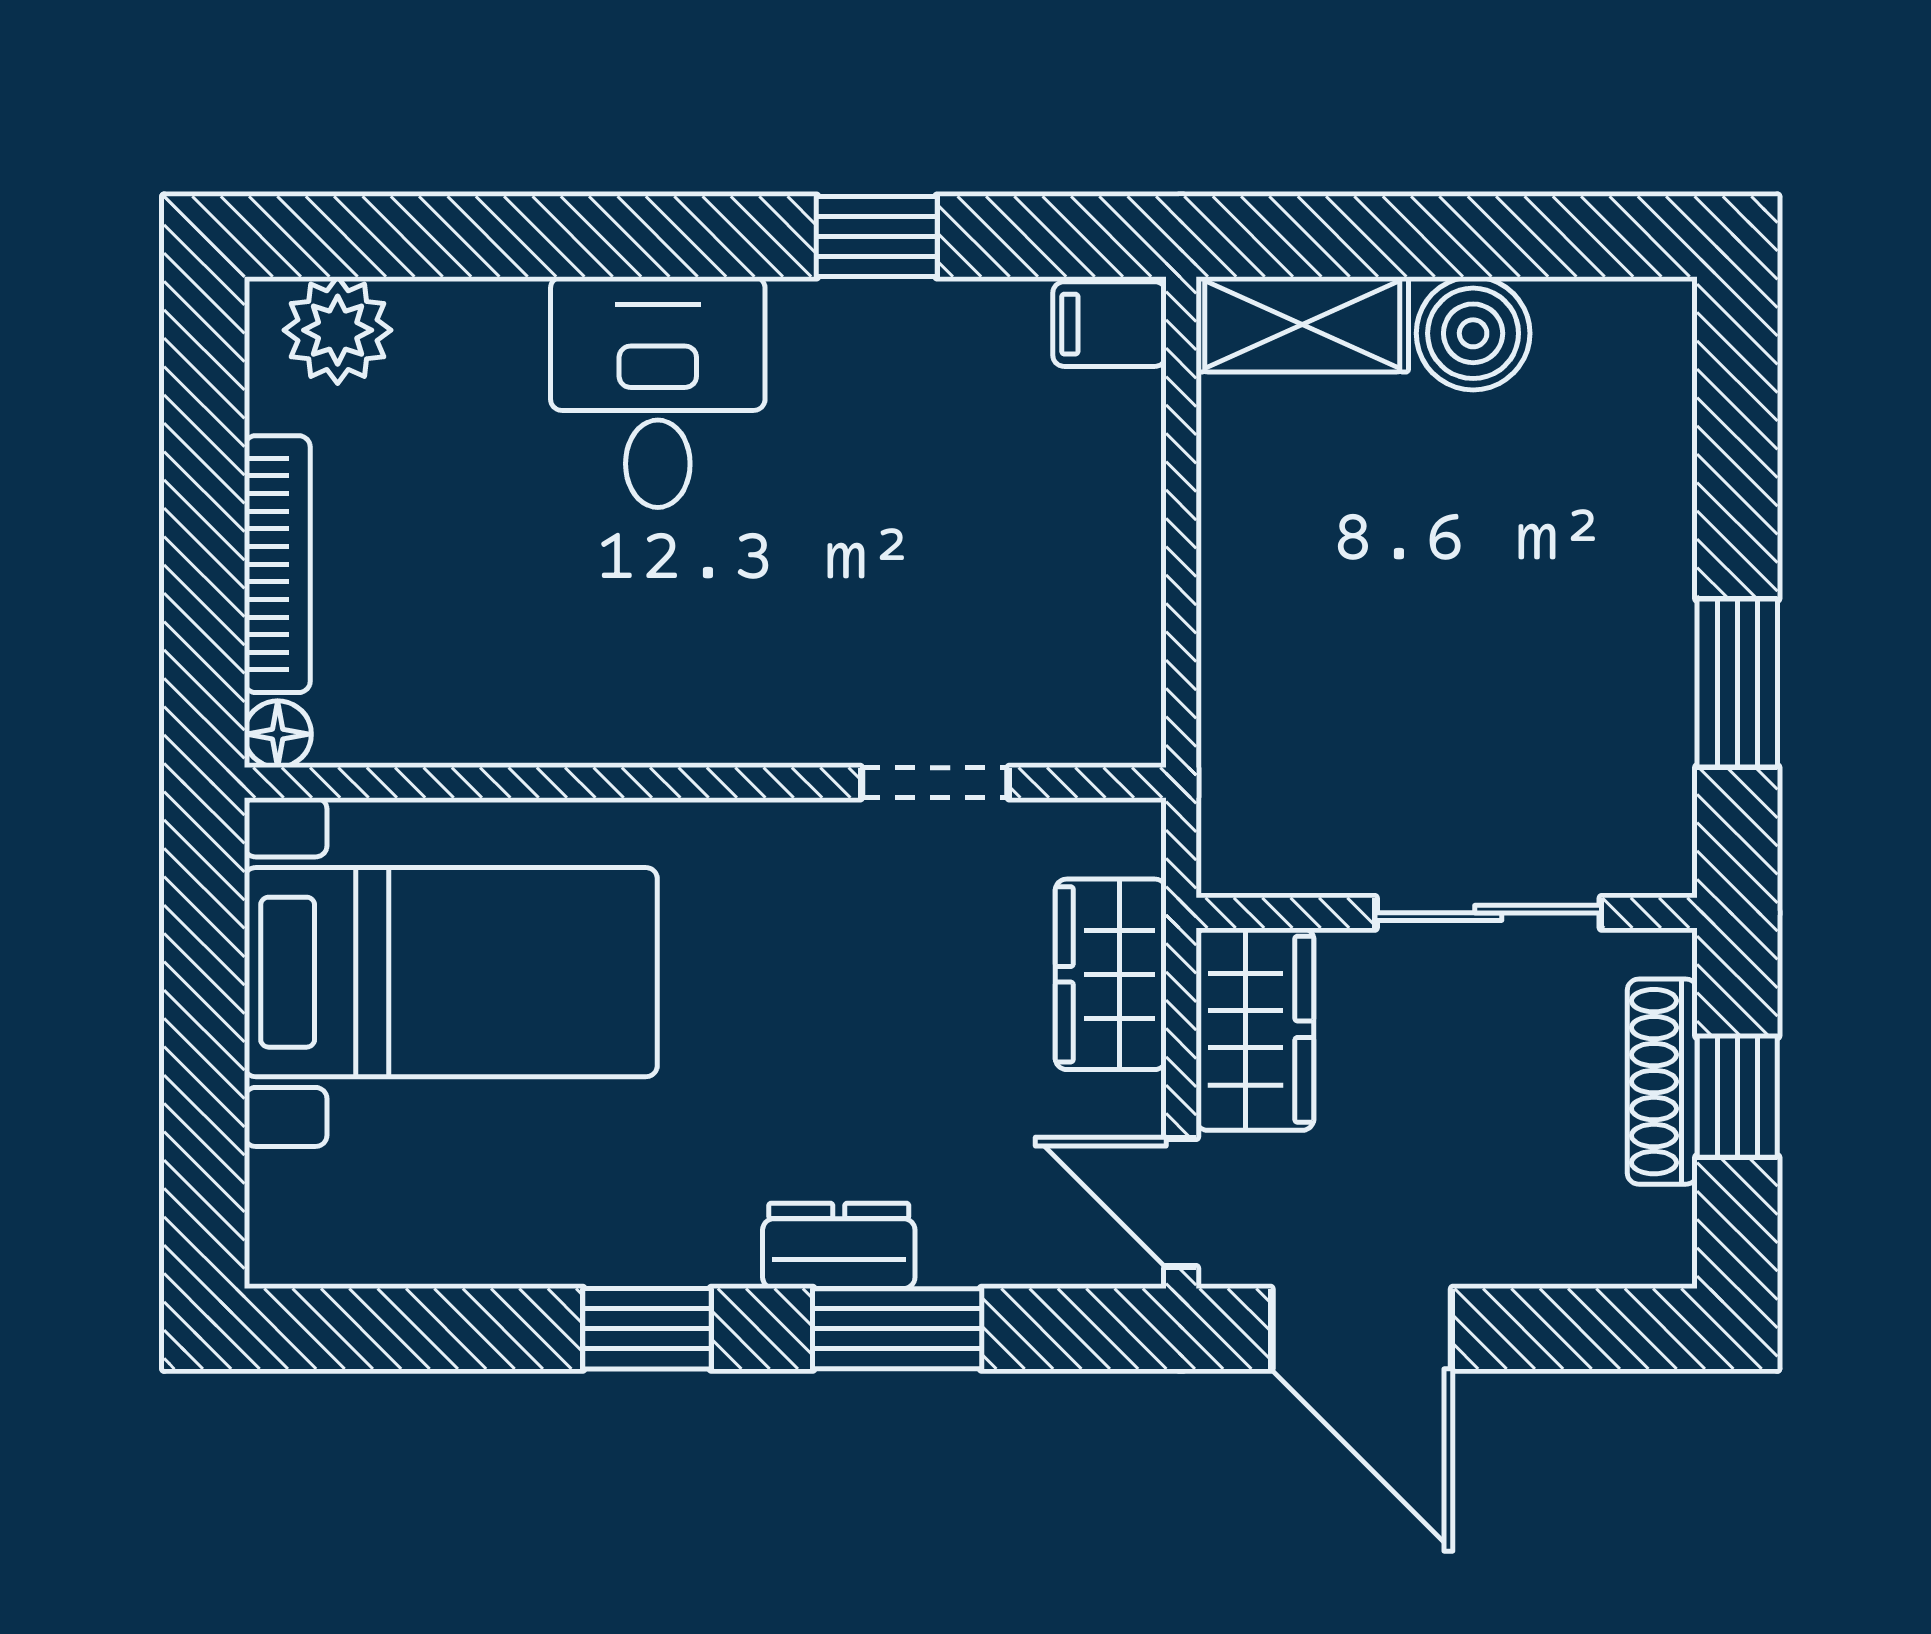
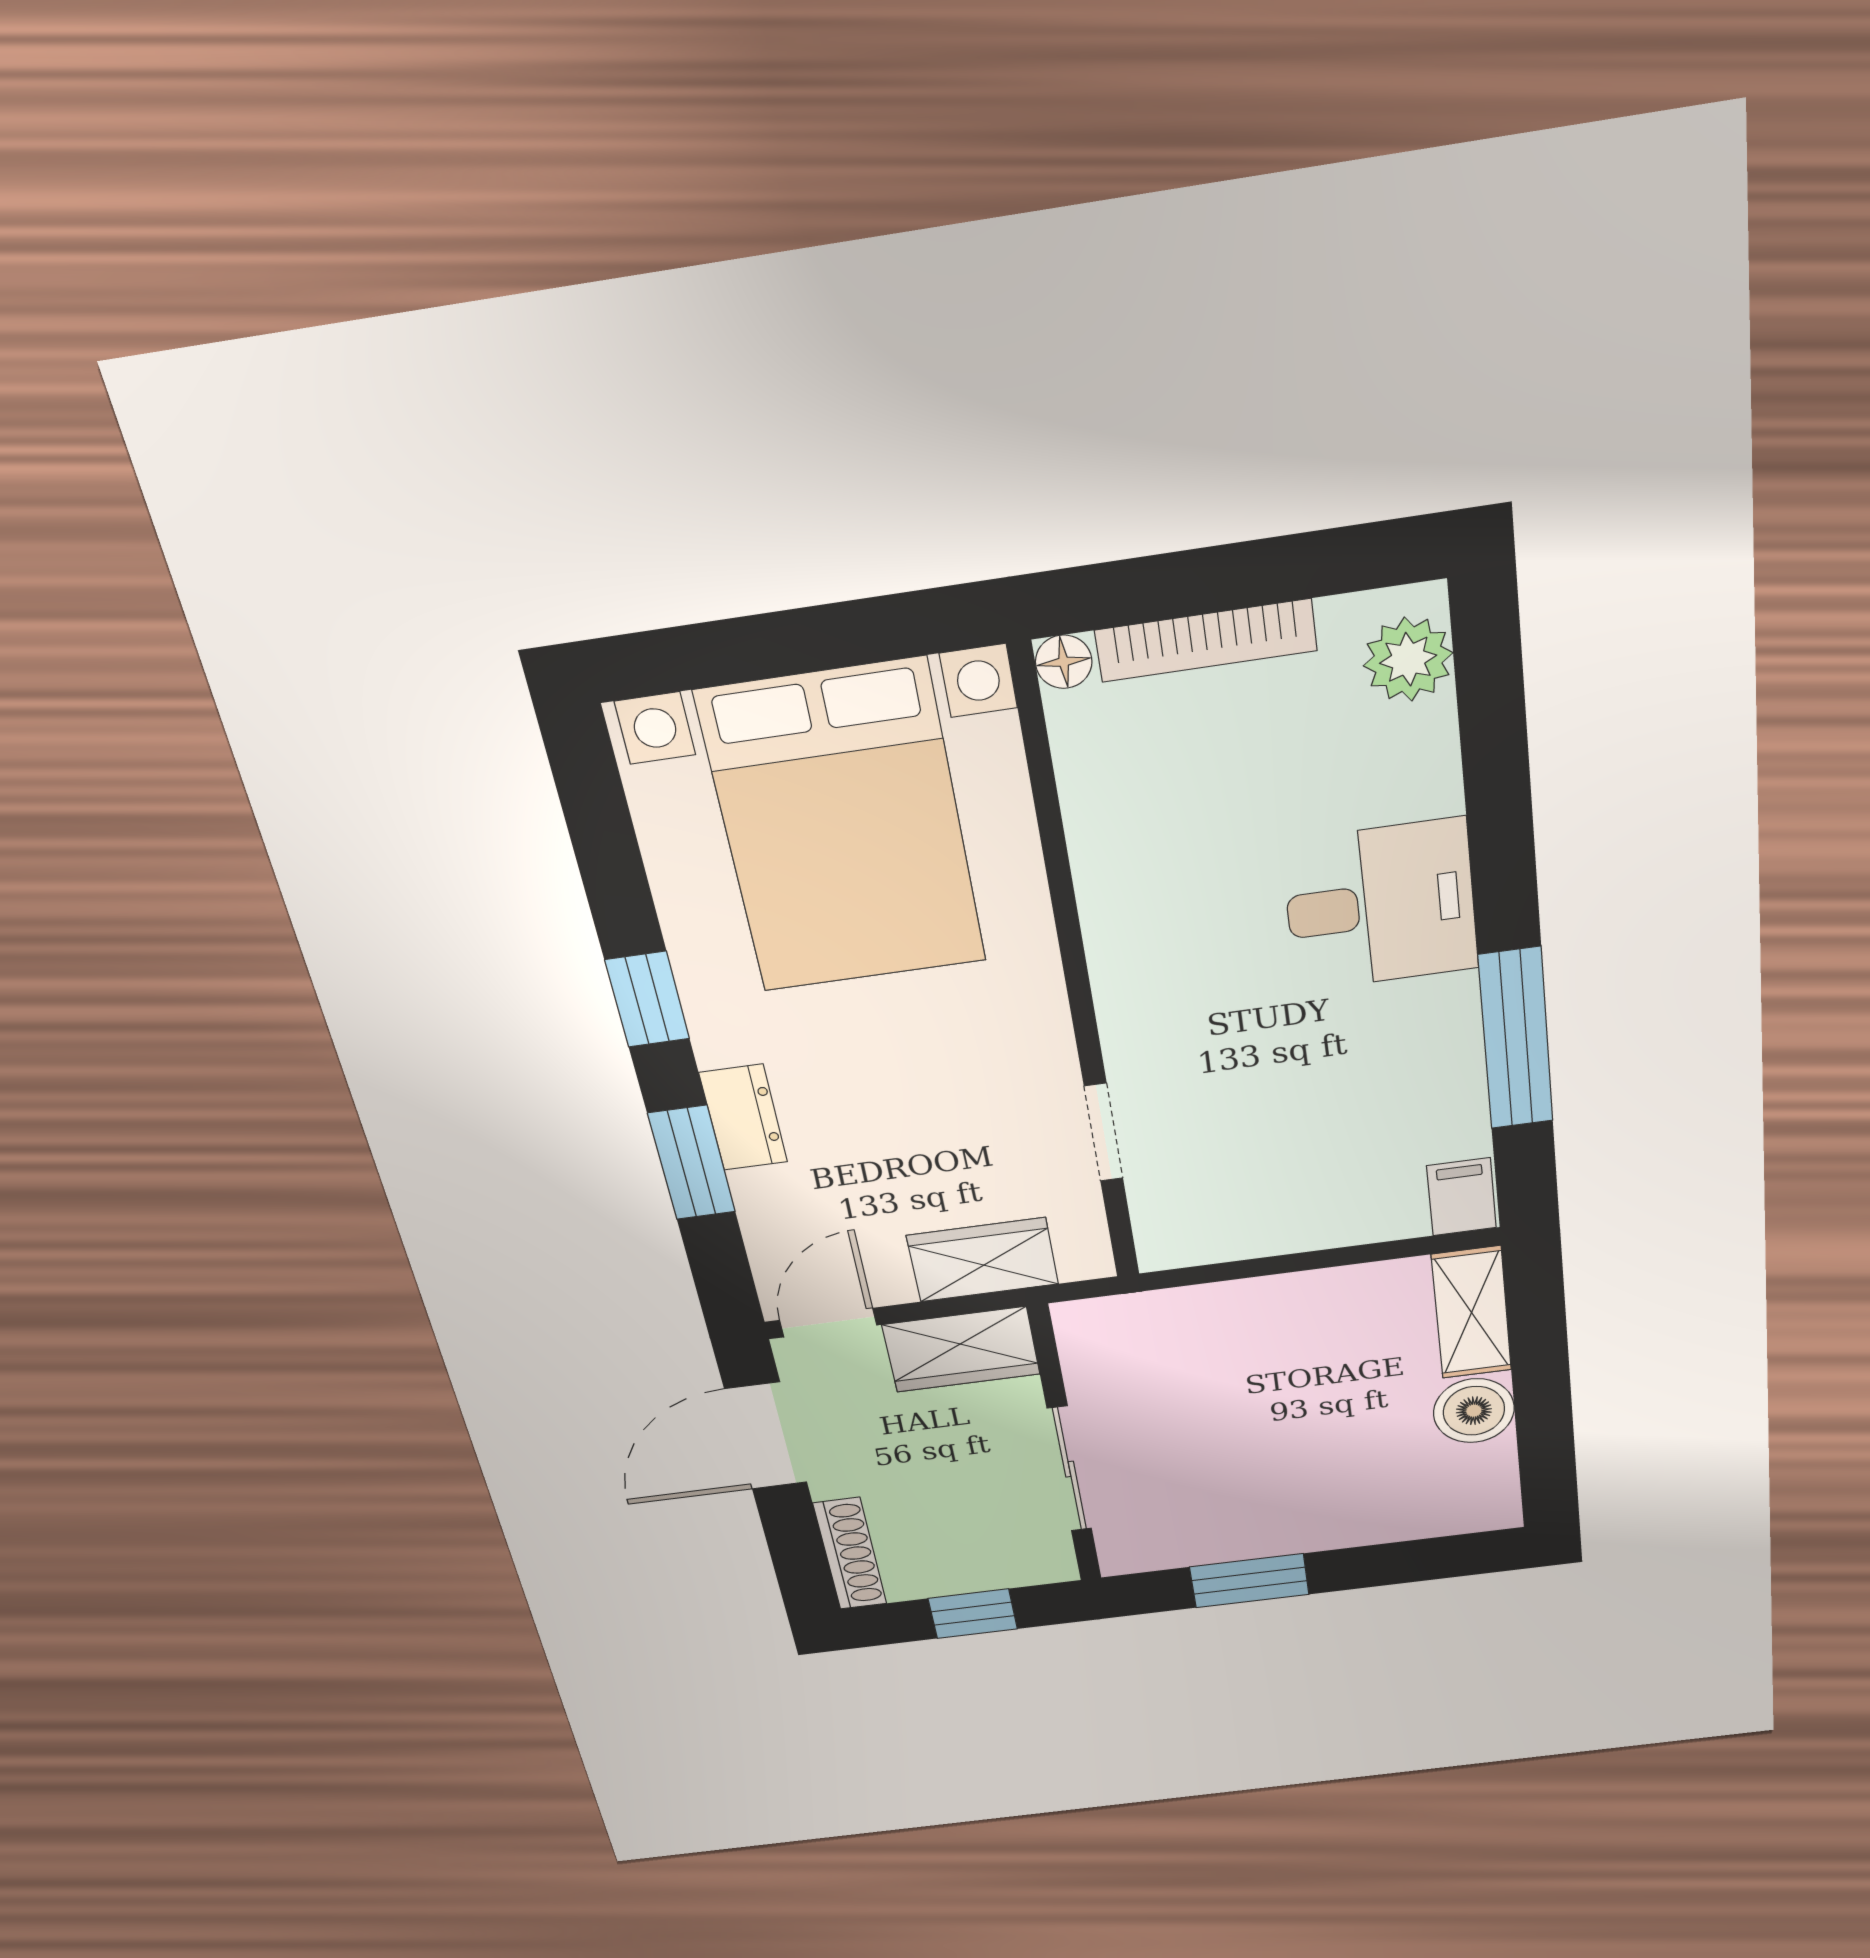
window: (877, 237) -> (1516, 1039), width x2.17
bed with nightstands: (451, 972) -> (843, 829), width x1.36
shoe rack: (1662, 1082) -> (850, 1554), moved, turned 90

